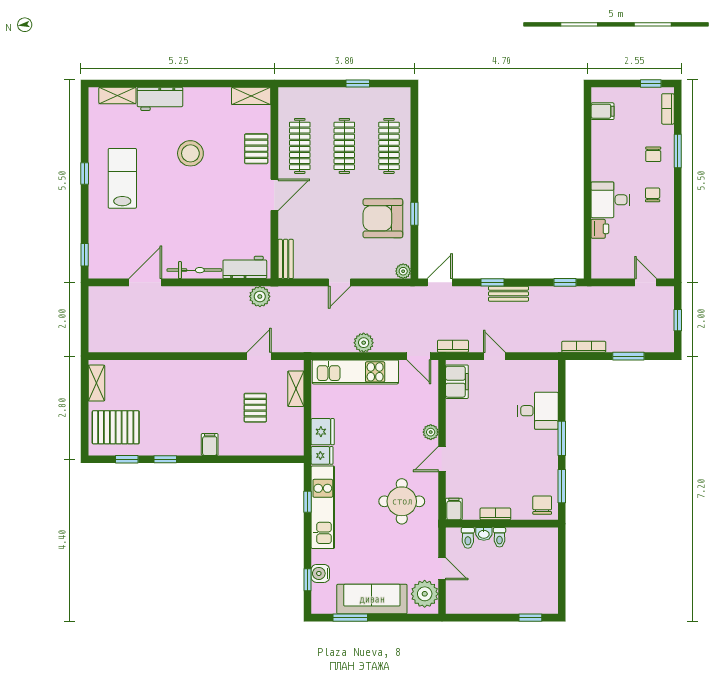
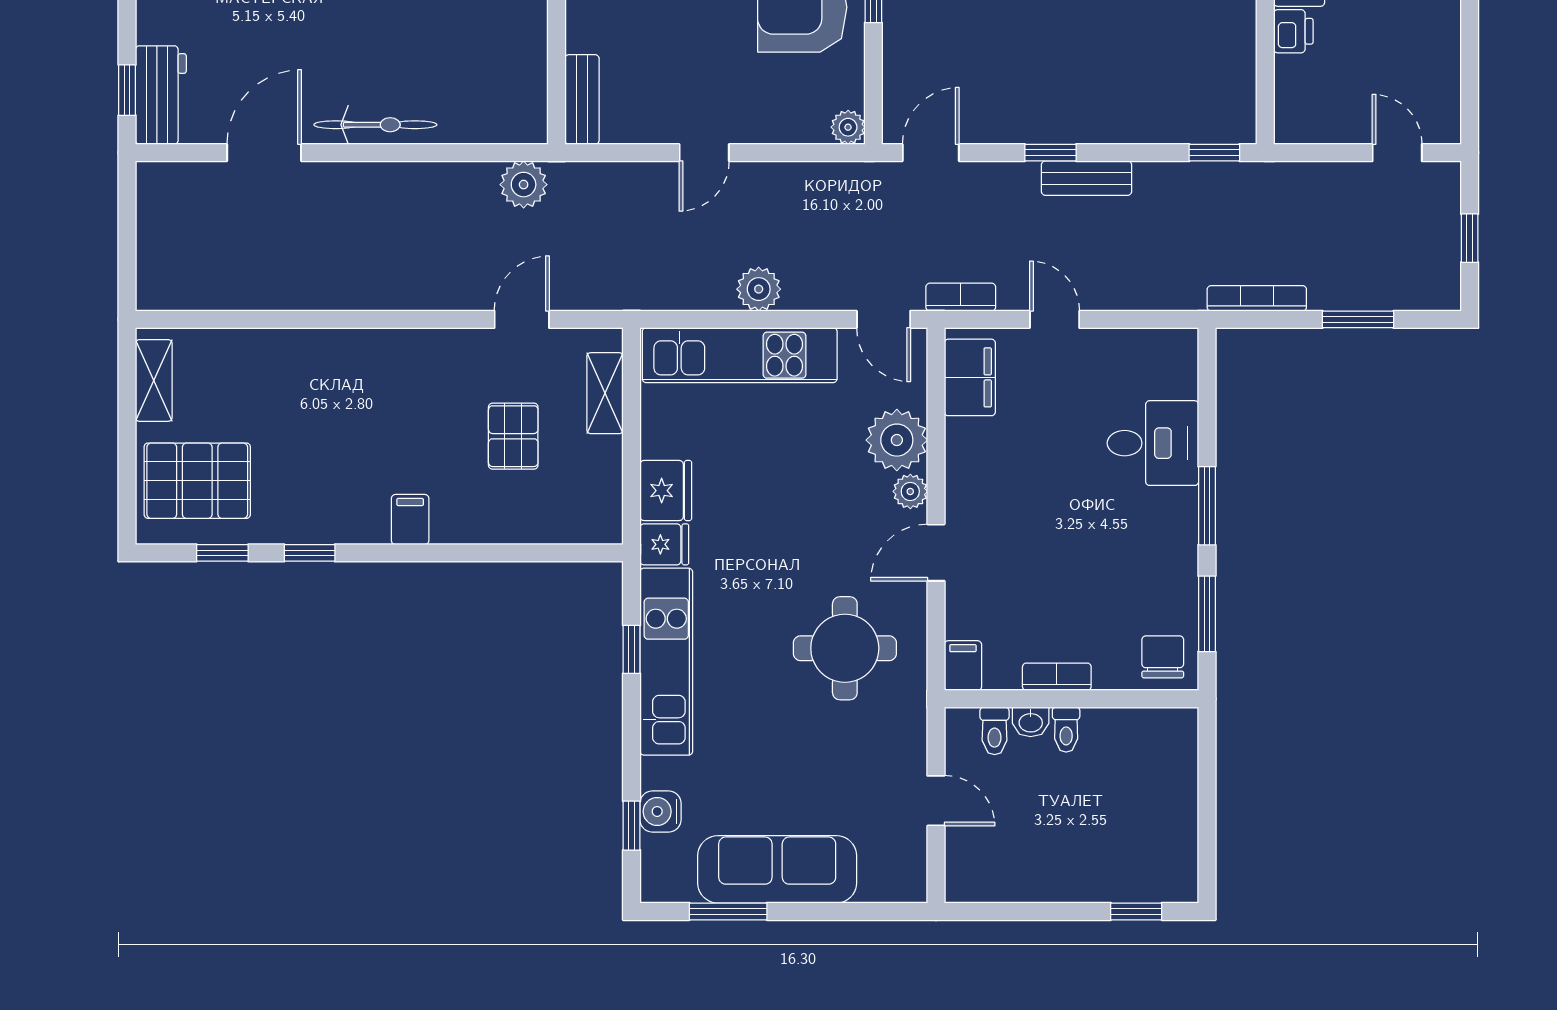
workbench: (245, 267) -> (161, 95), moved, turned 90
plant: (425, 594) -> (897, 440), moved

